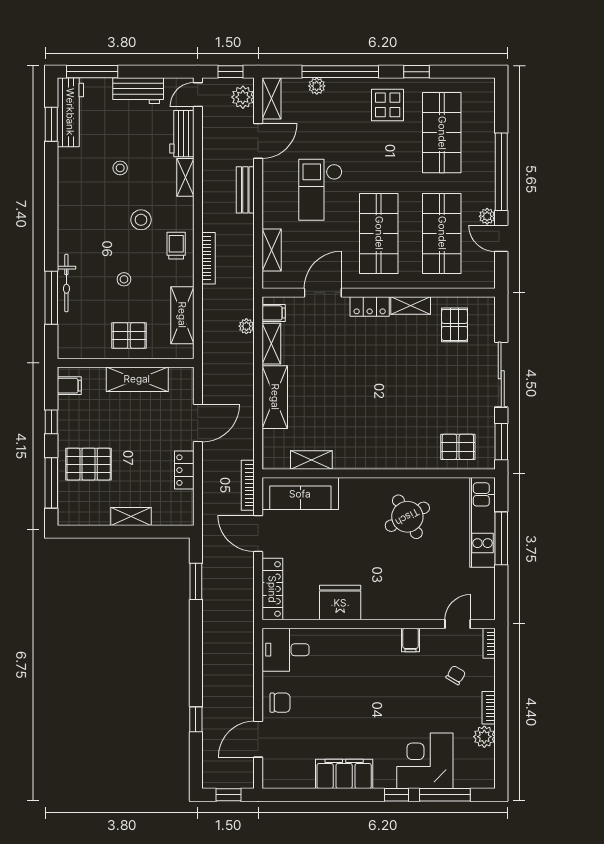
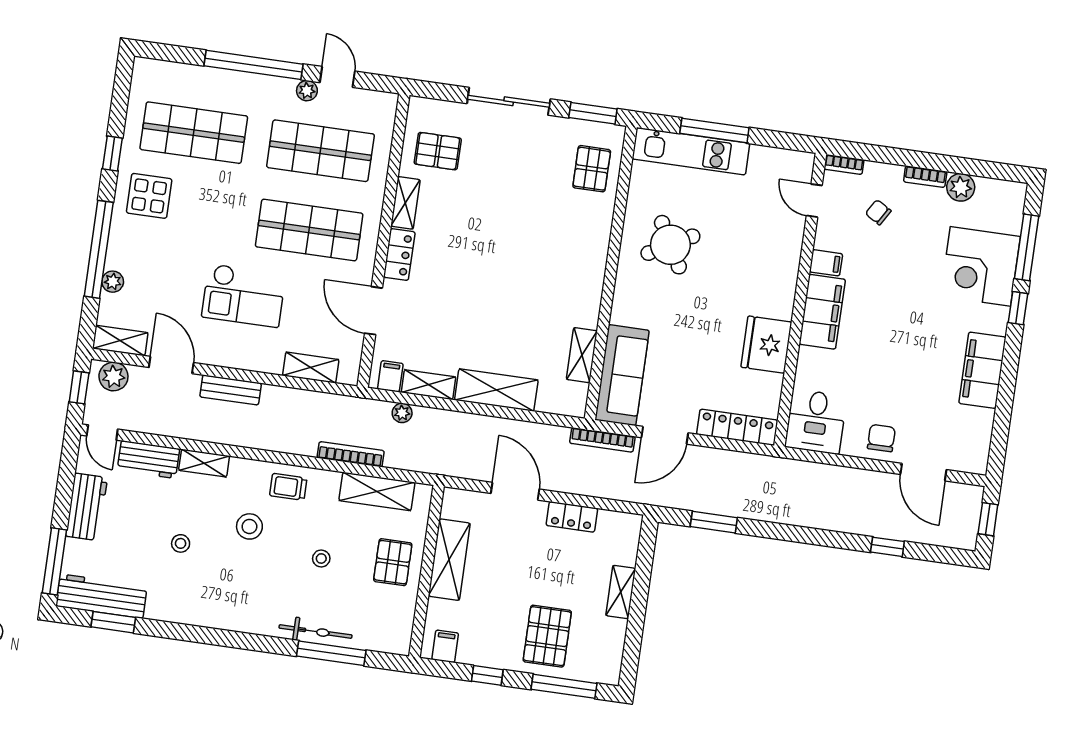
door: (501, 238) -> (337, 77), swing flipped
bookcase: (209, 258) -> (351, 454), moved
filing cabinet: (372, 642) -> (822, 312), added

